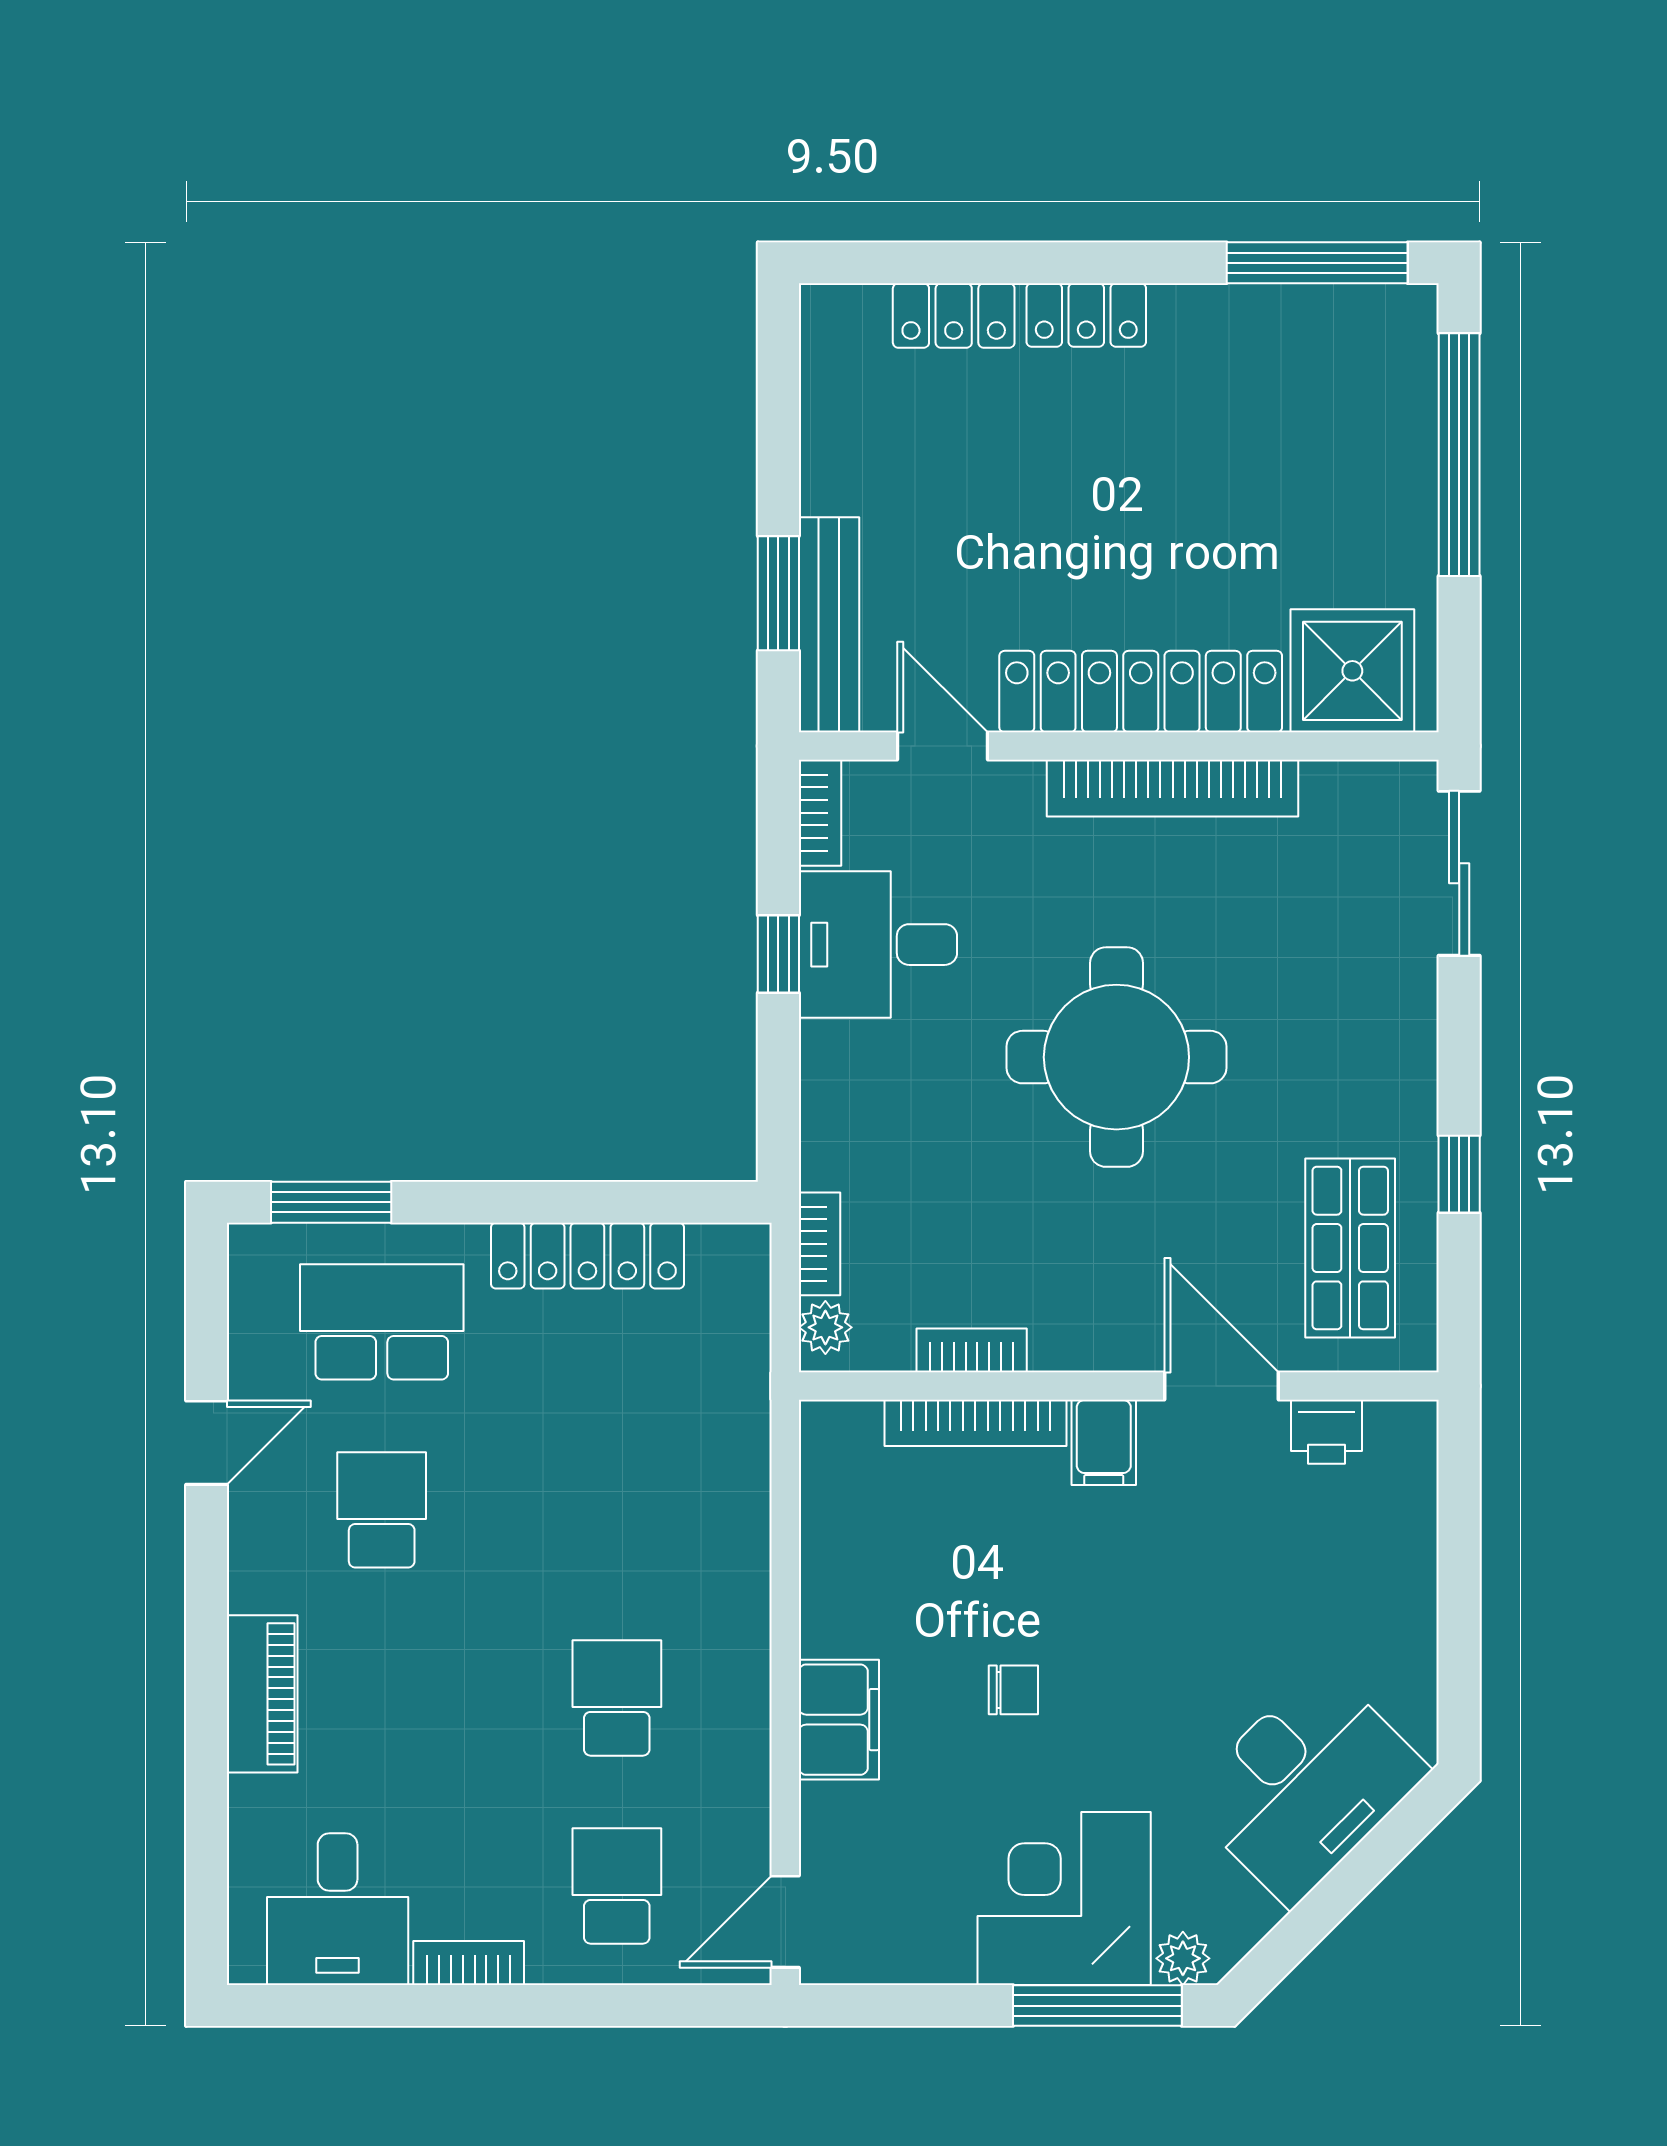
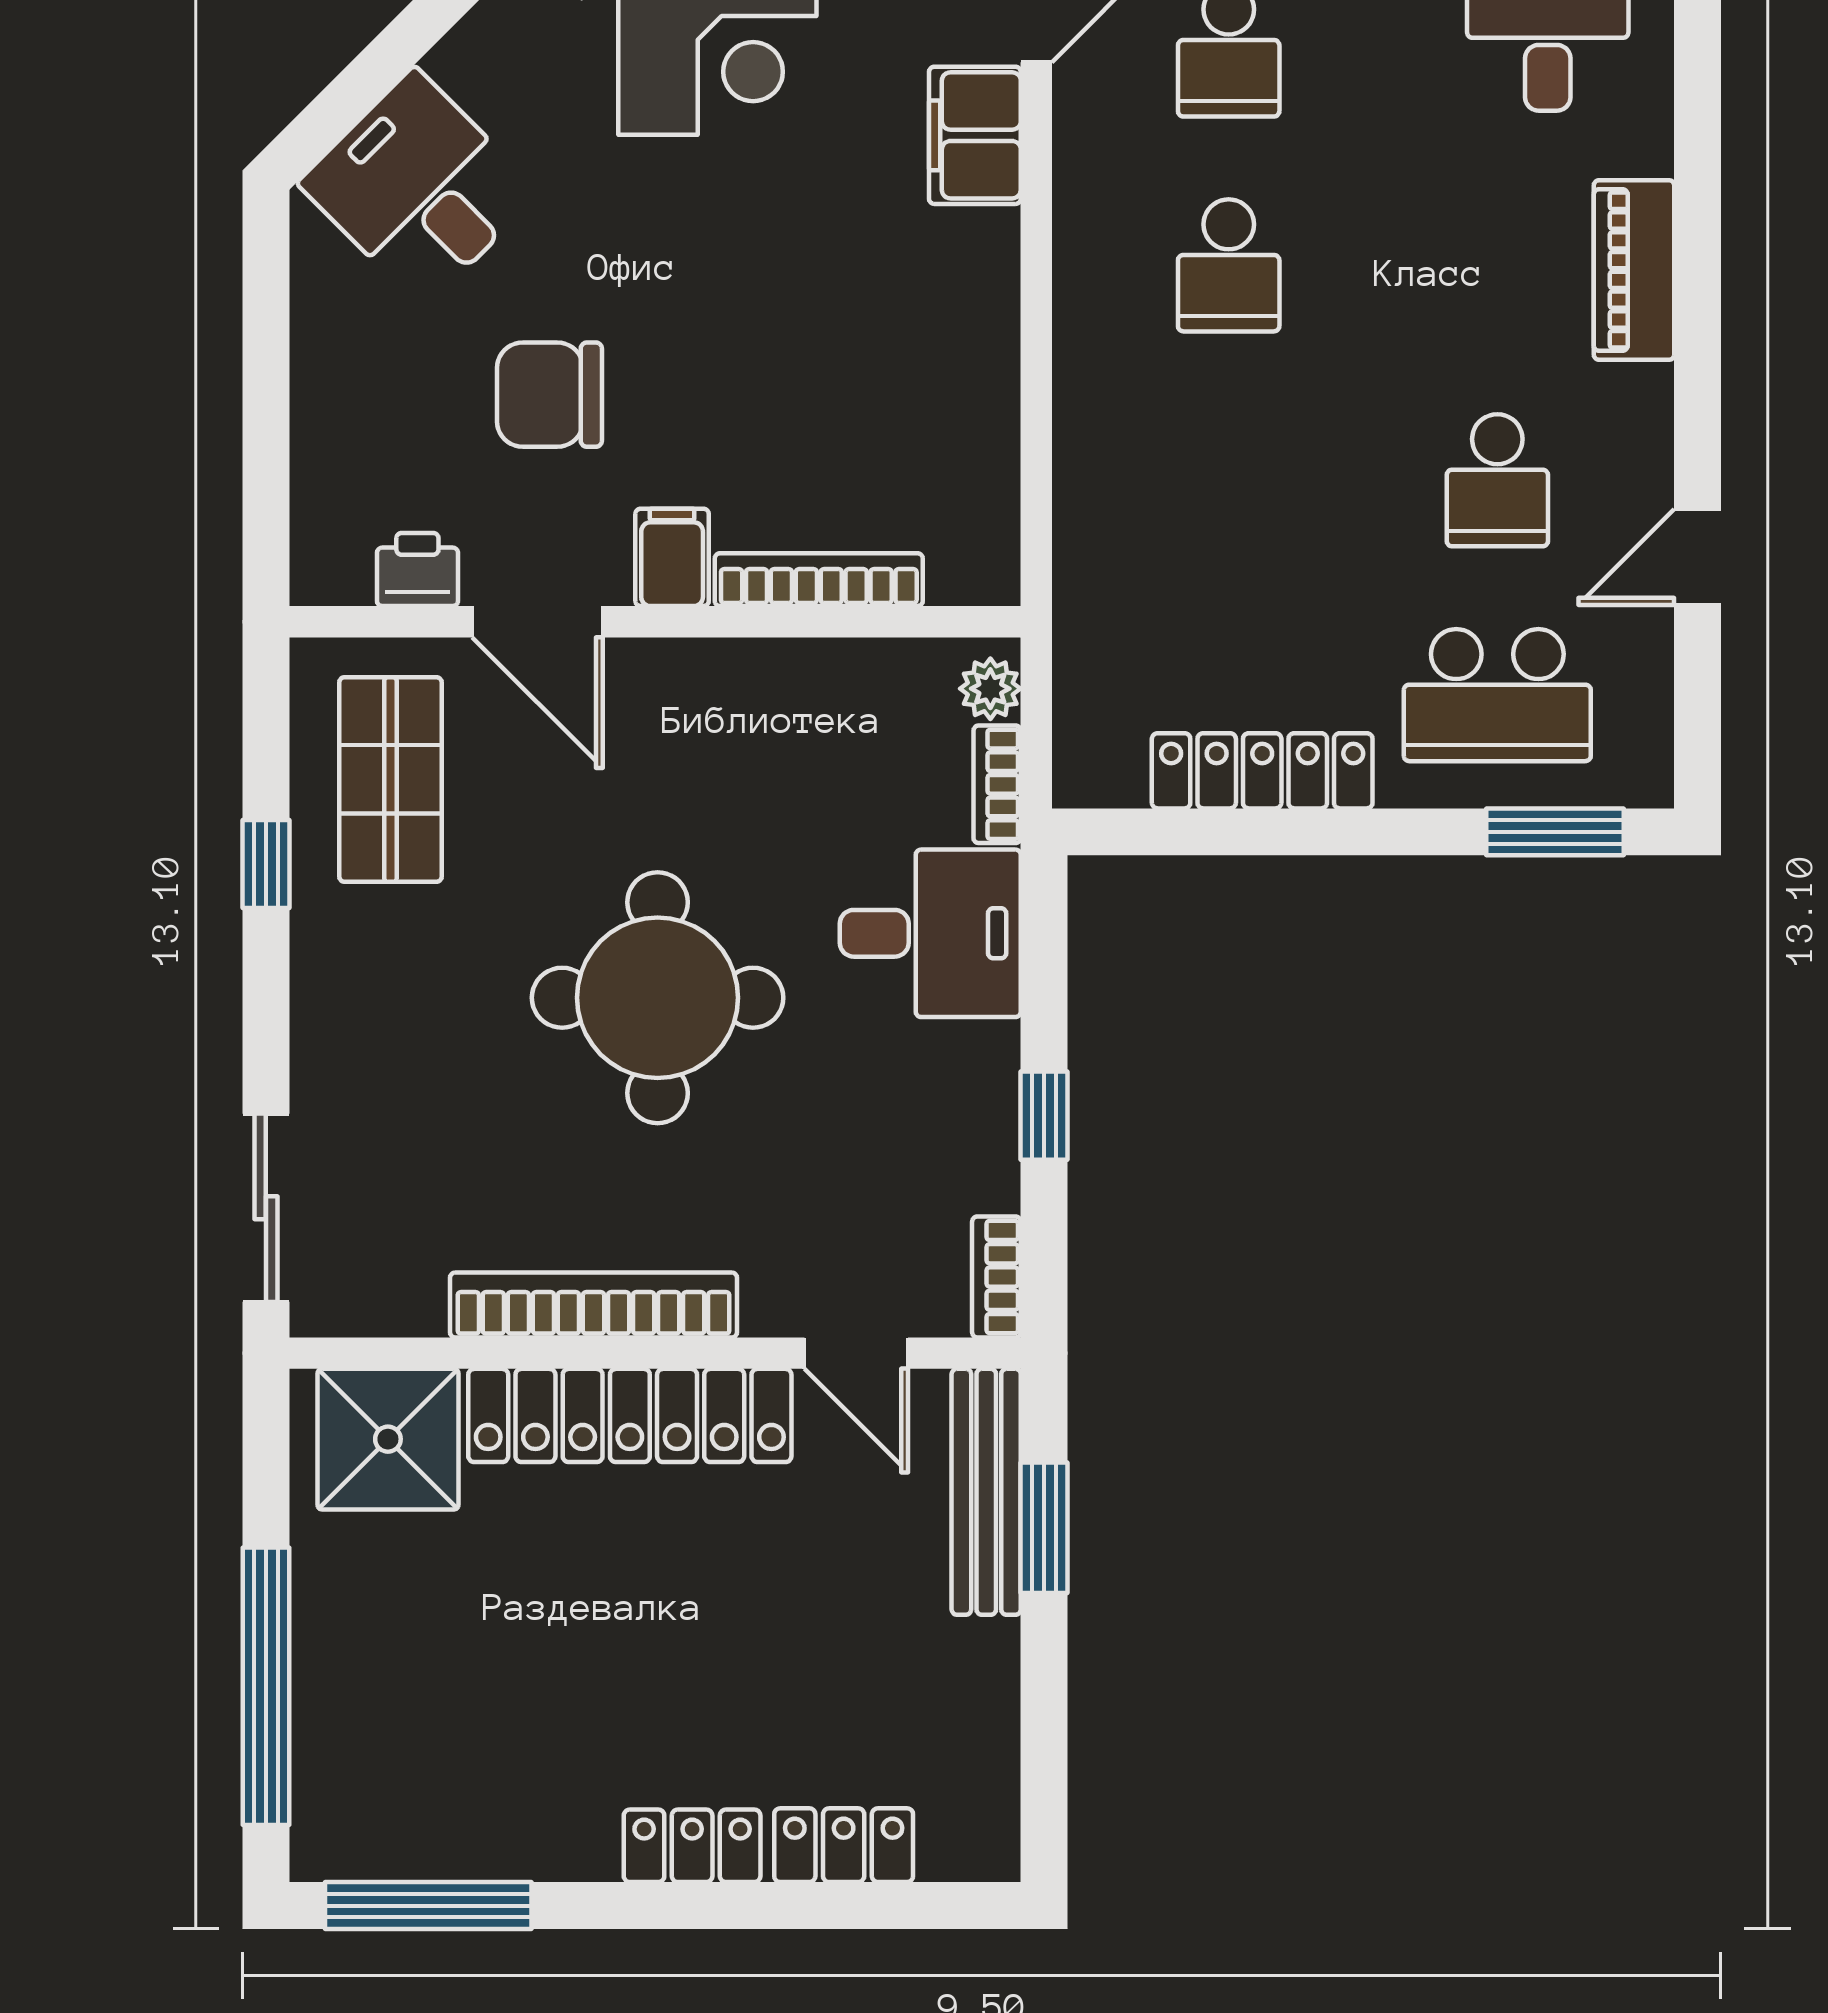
desk: (878, 945) -> (930, 933), moved
bookcase: (972, 1350) -> (823, 663), removed
chair: (1013, 1690) -> (549, 395), moved, width x1.87, depth x1.87
filing cabinet: (839, 1720) -> (975, 135), moved
desk: (1306, 1785) -> (419, 188), width x0.73

